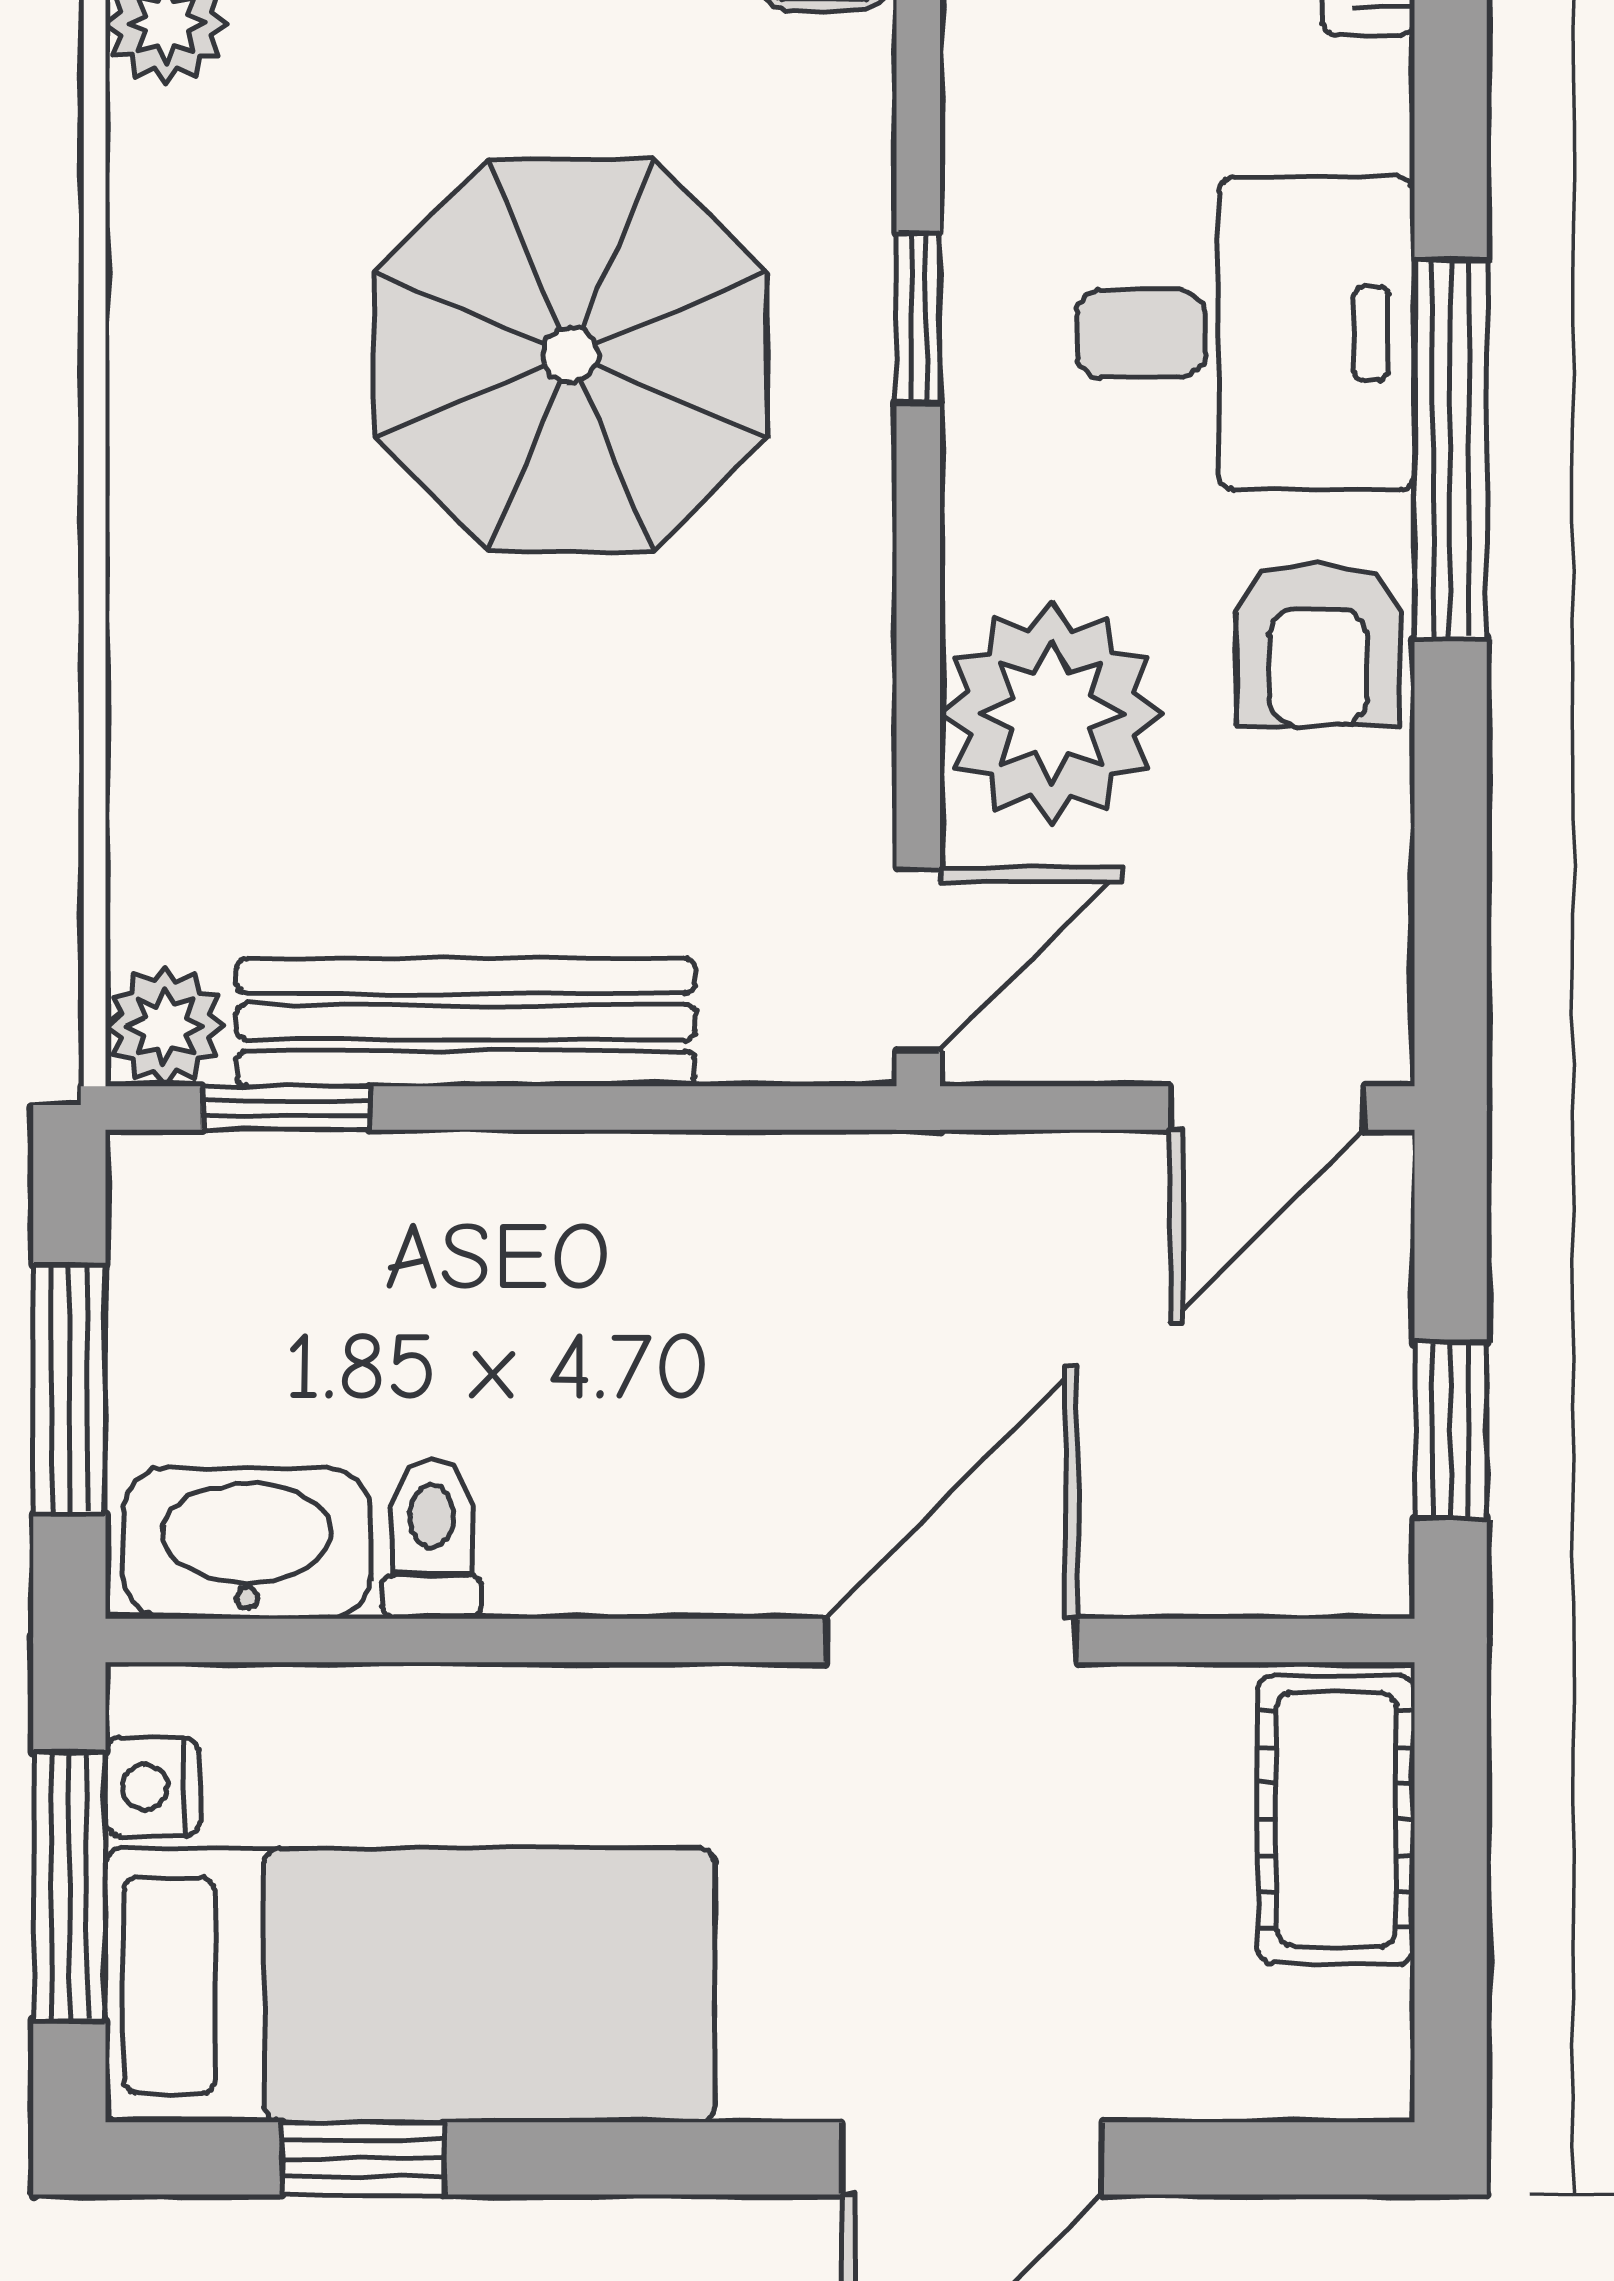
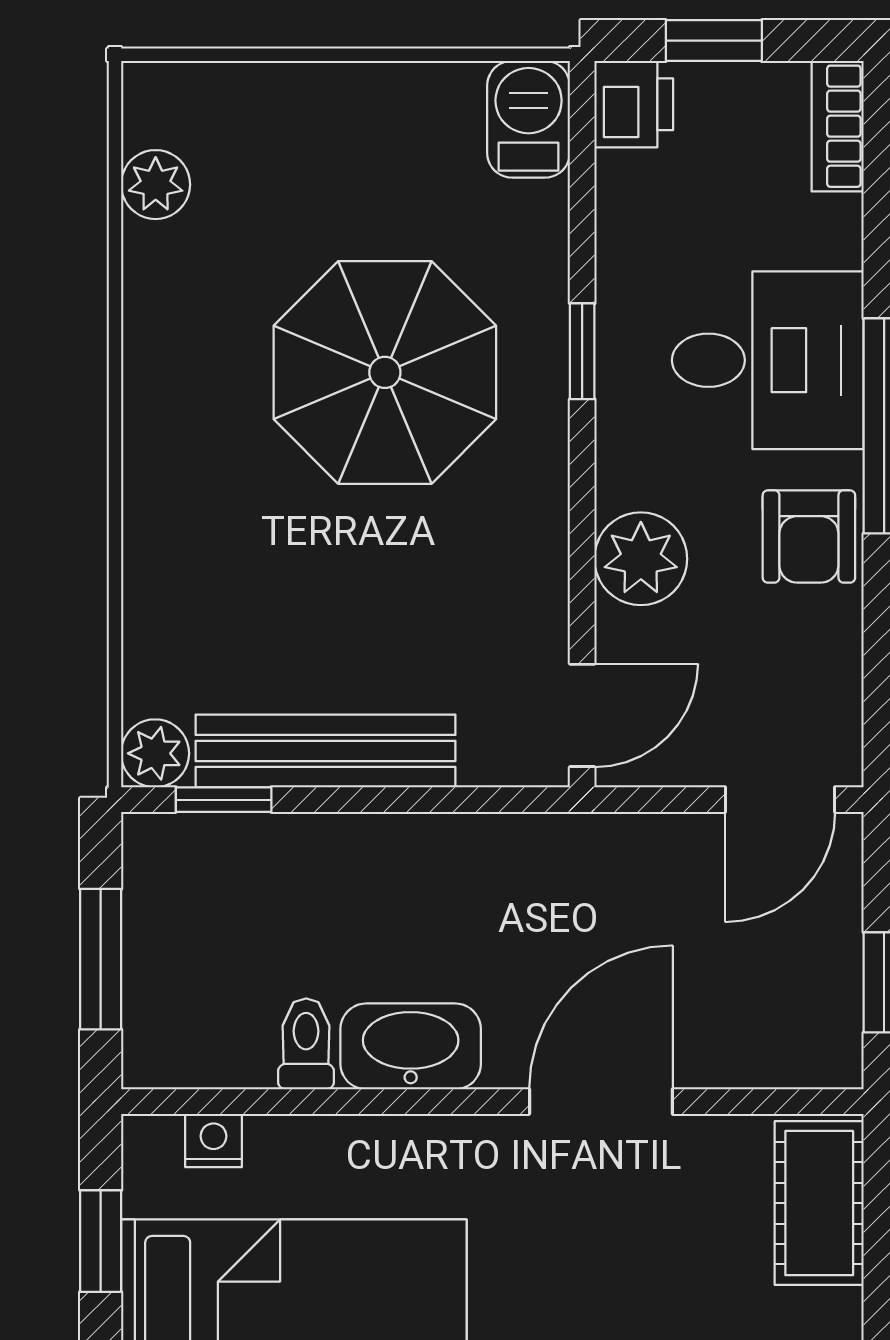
plant: (1051, 713) -> (641, 559), width x0.73, depth x0.73
washbasin: (247, 1543) -> (411, 1046), moved
nightstand: (152, 1787) -> (214, 1140), moved, turned 90
window: (69, 1886) -> (101, 1241), width x0.67

